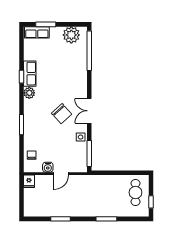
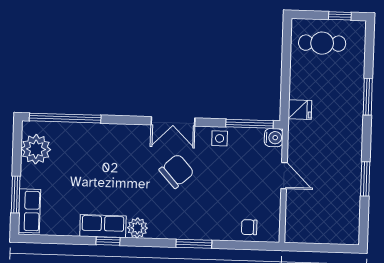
water cooler: (48, 167) -> (274, 138), moved
fridge: (29, 181) -> (300, 110), moved

